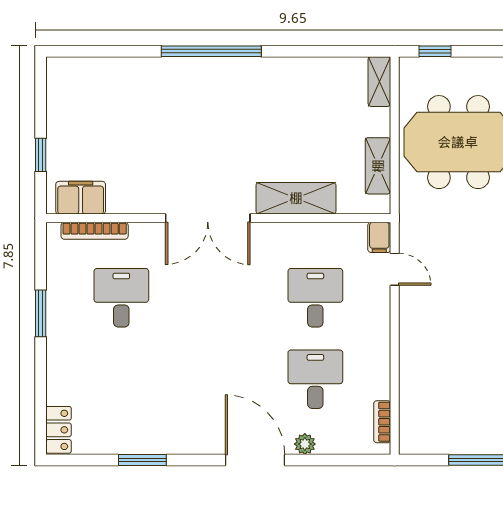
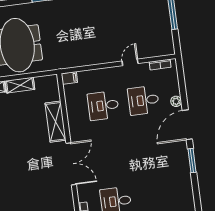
shelving: (378, 166) -> (20, 85), moved
door: (395, 269) -> (130, 62), moved
window: (142, 460) -> (192, 161), moved

